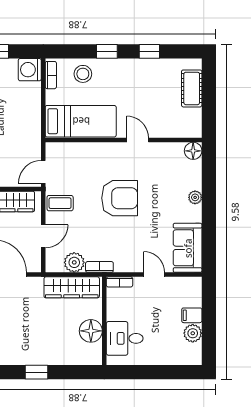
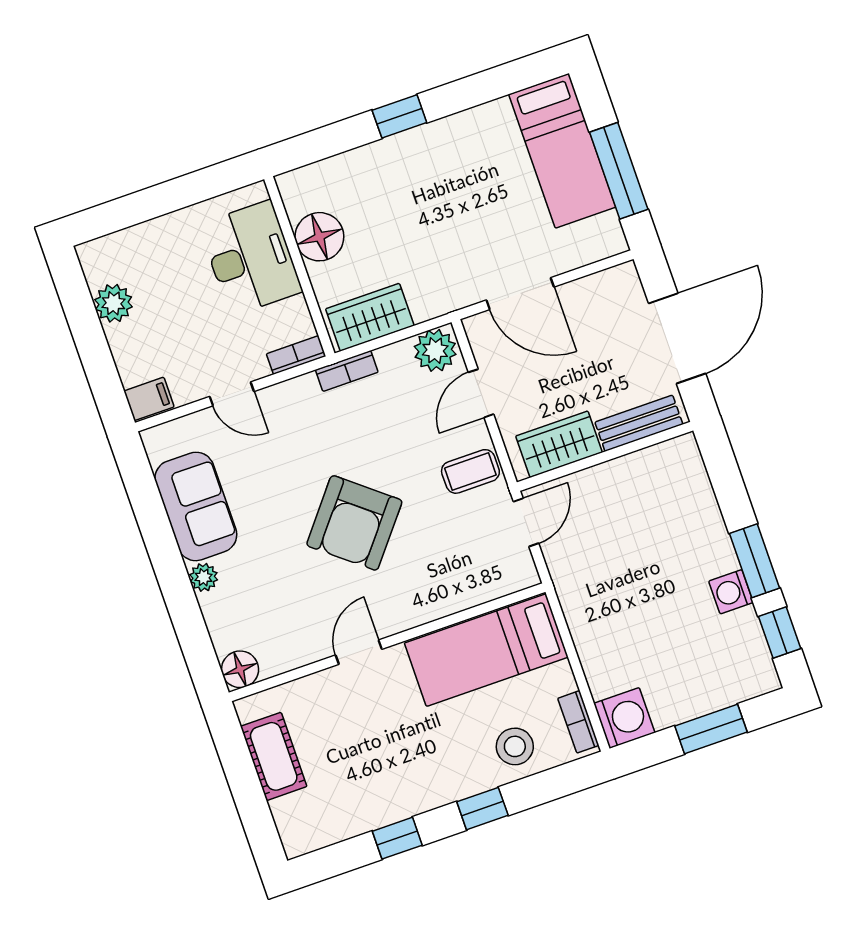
cot: (192, 88) -> (274, 756), moved
door: (138, 140) -> (359, 652), swing flipped
armchair: (120, 198) -> (354, 523), turned -51
sofa: (188, 248) -> (196, 506), moved
plant: (74, 262) -> (435, 350), moved
wardrobe: (72, 287) -> (370, 317), width x0.67
filing cabinet: (192, 315) -> (149, 399), moved
desk: (125, 338) -> (251, 258), width x1.37

